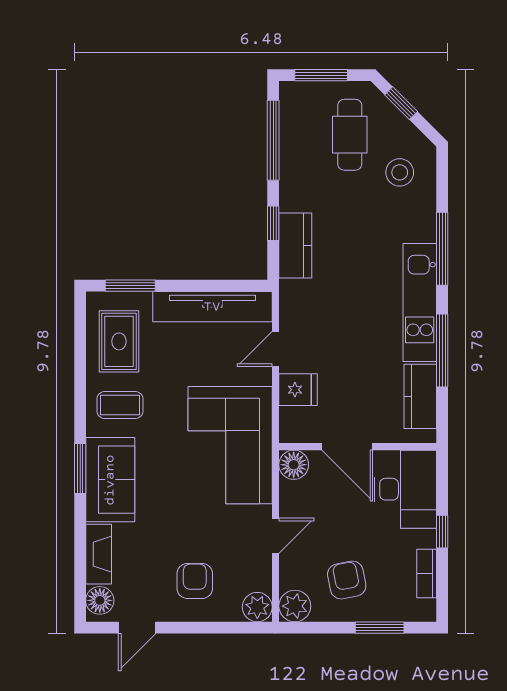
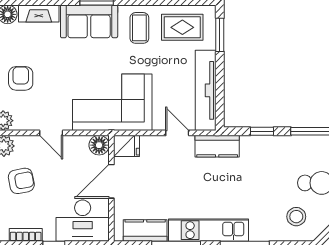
kitchen counter: (295, 245) -> (217, 146), moved
fridge: (298, 390) -> (126, 146), moved, turned -90
armchair: (195, 581) -> (21, 78), turned -90

